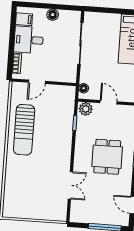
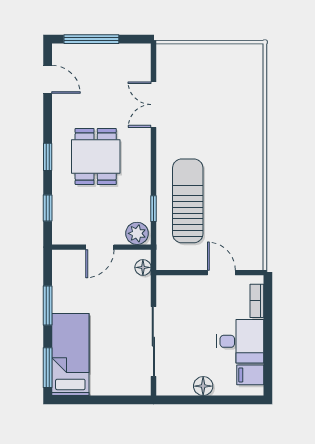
door: (37, 82) -> (221, 273), hinge flipped
door: (109, 102) -> (100, 247), hinge flipped
sun lounger: (24, 130) -> (188, 201), moved

